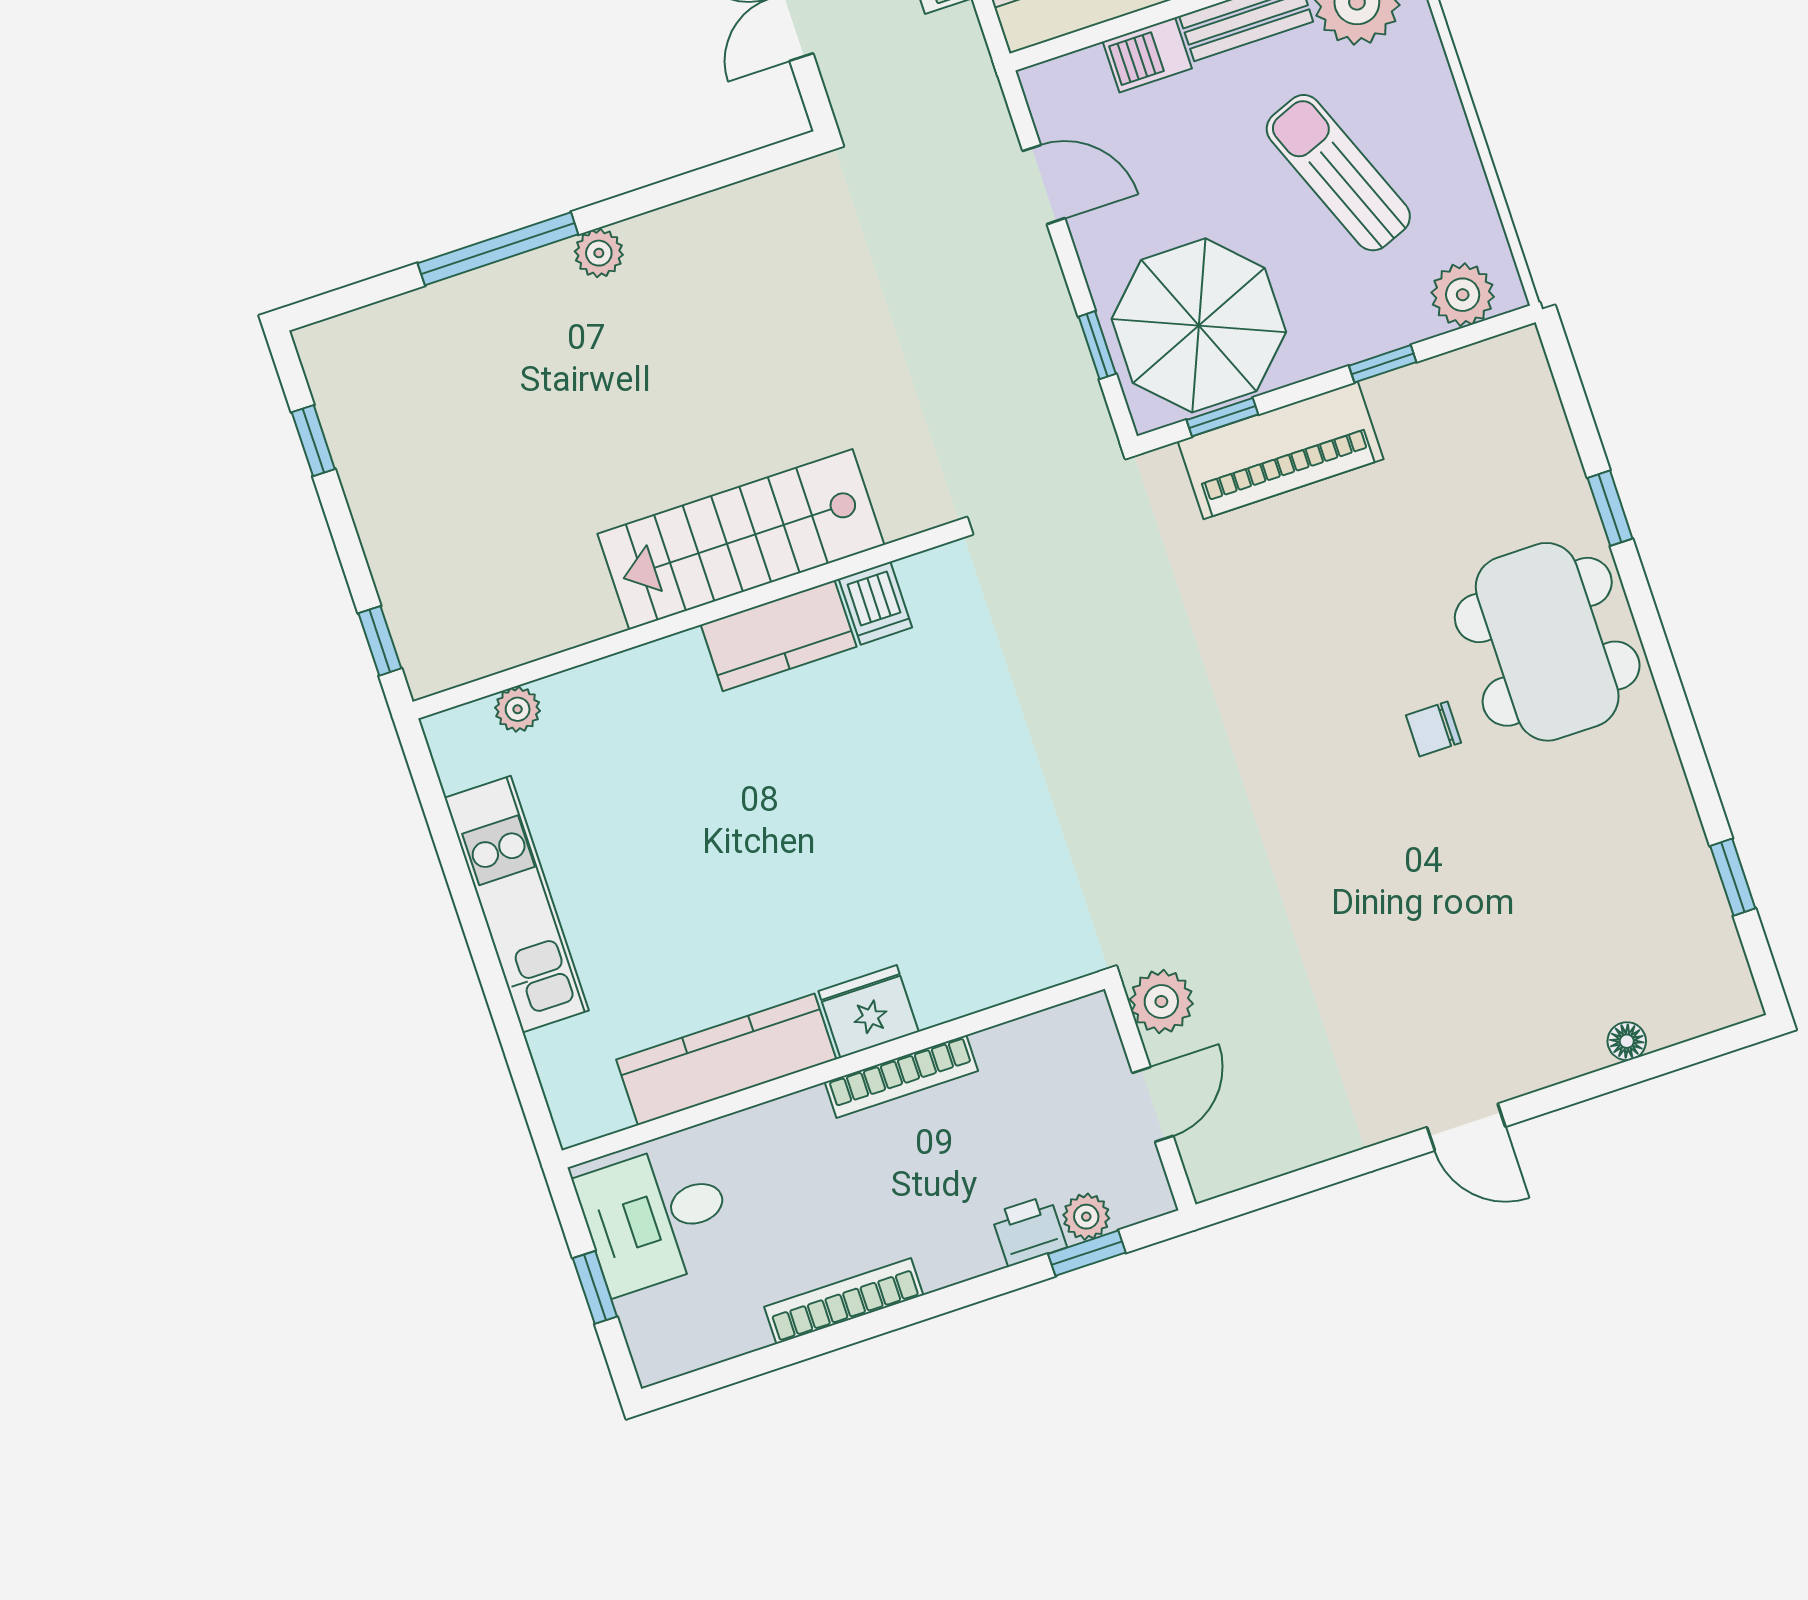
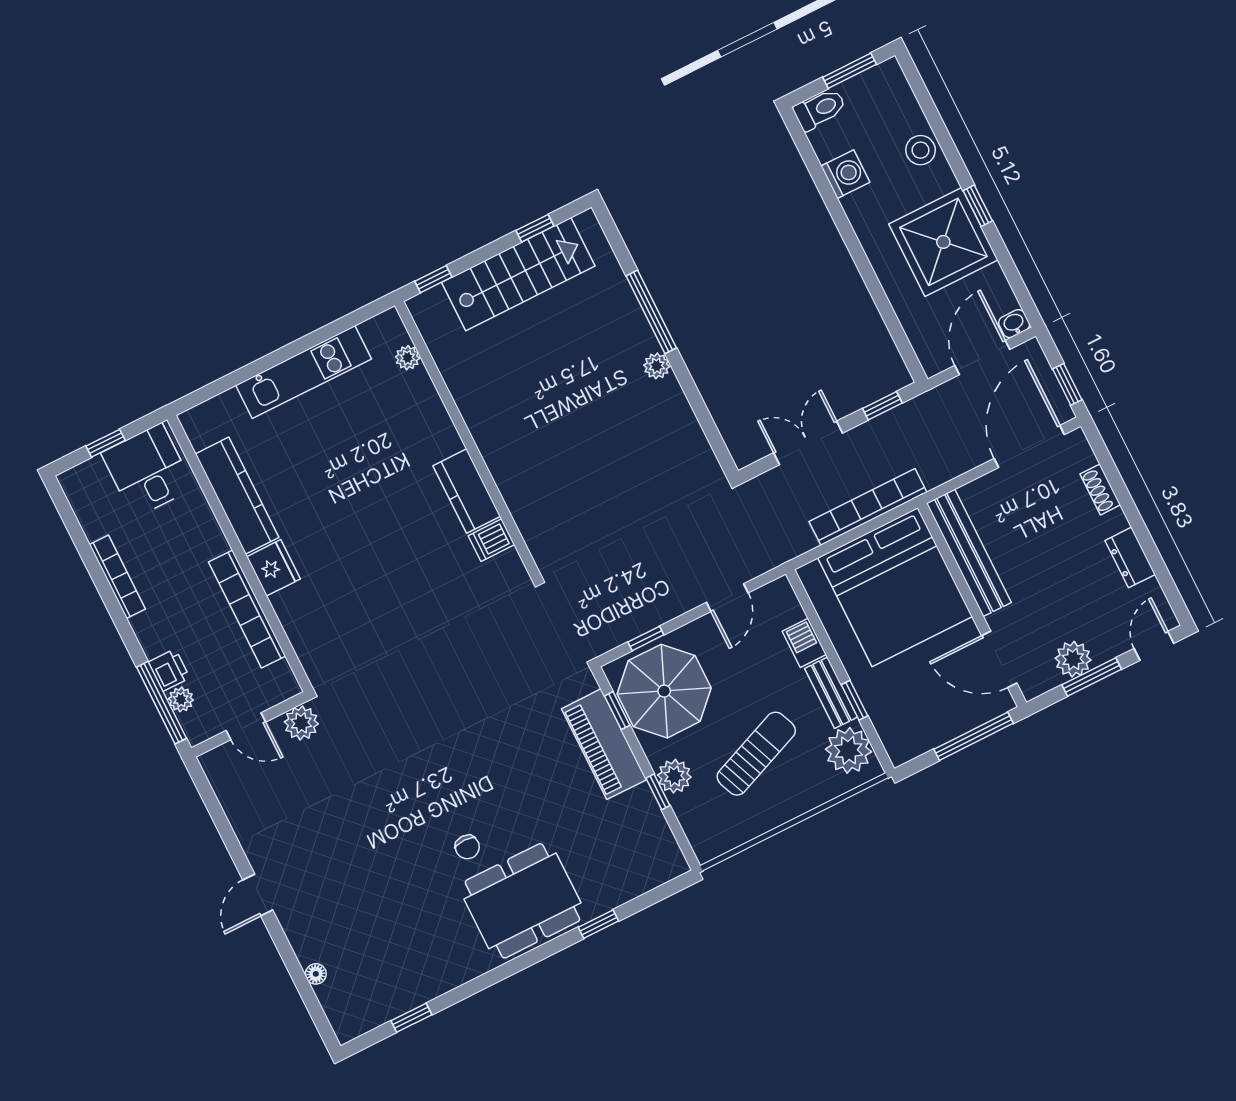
plant: (1463, 295) -> (674, 776), moved
stairs: (741, 539) -> (518, 274), moved, turned 90
chair: (1434, 729) -> (467, 847), turned 180
bookcase: (901, 1076) -> (247, 609), width x1.48, depth x1.31
window: (1087, 1253) -> (161, 703), width x2.17

